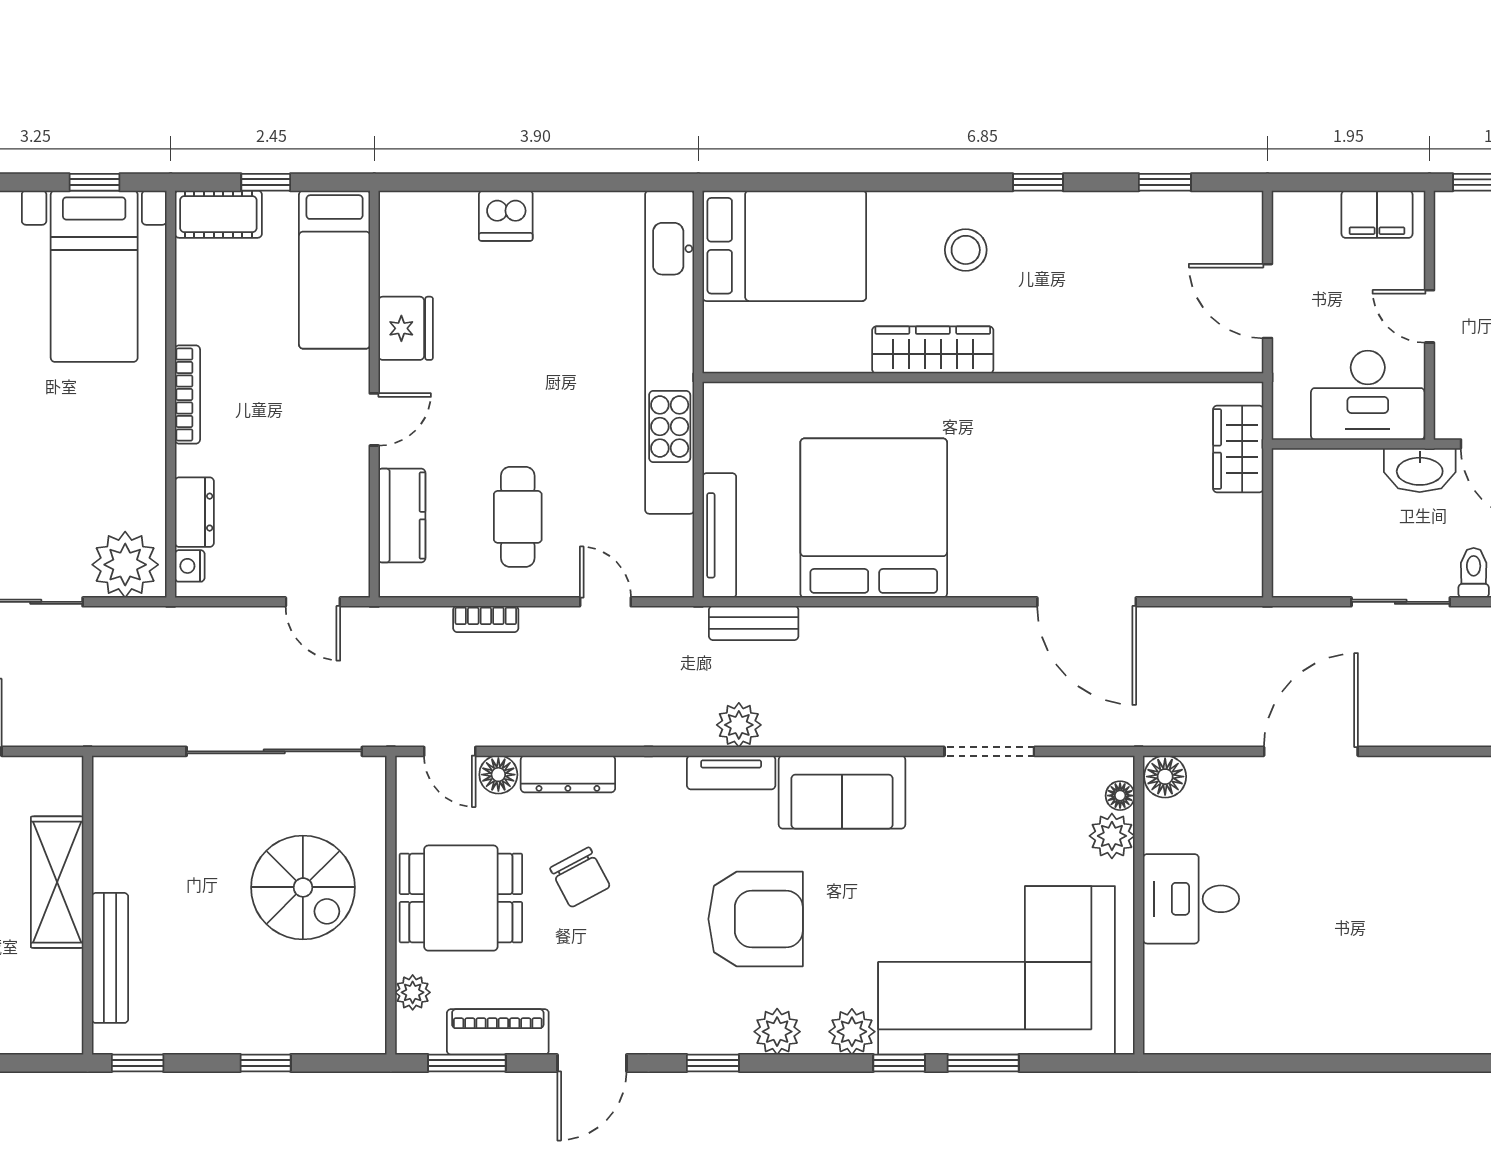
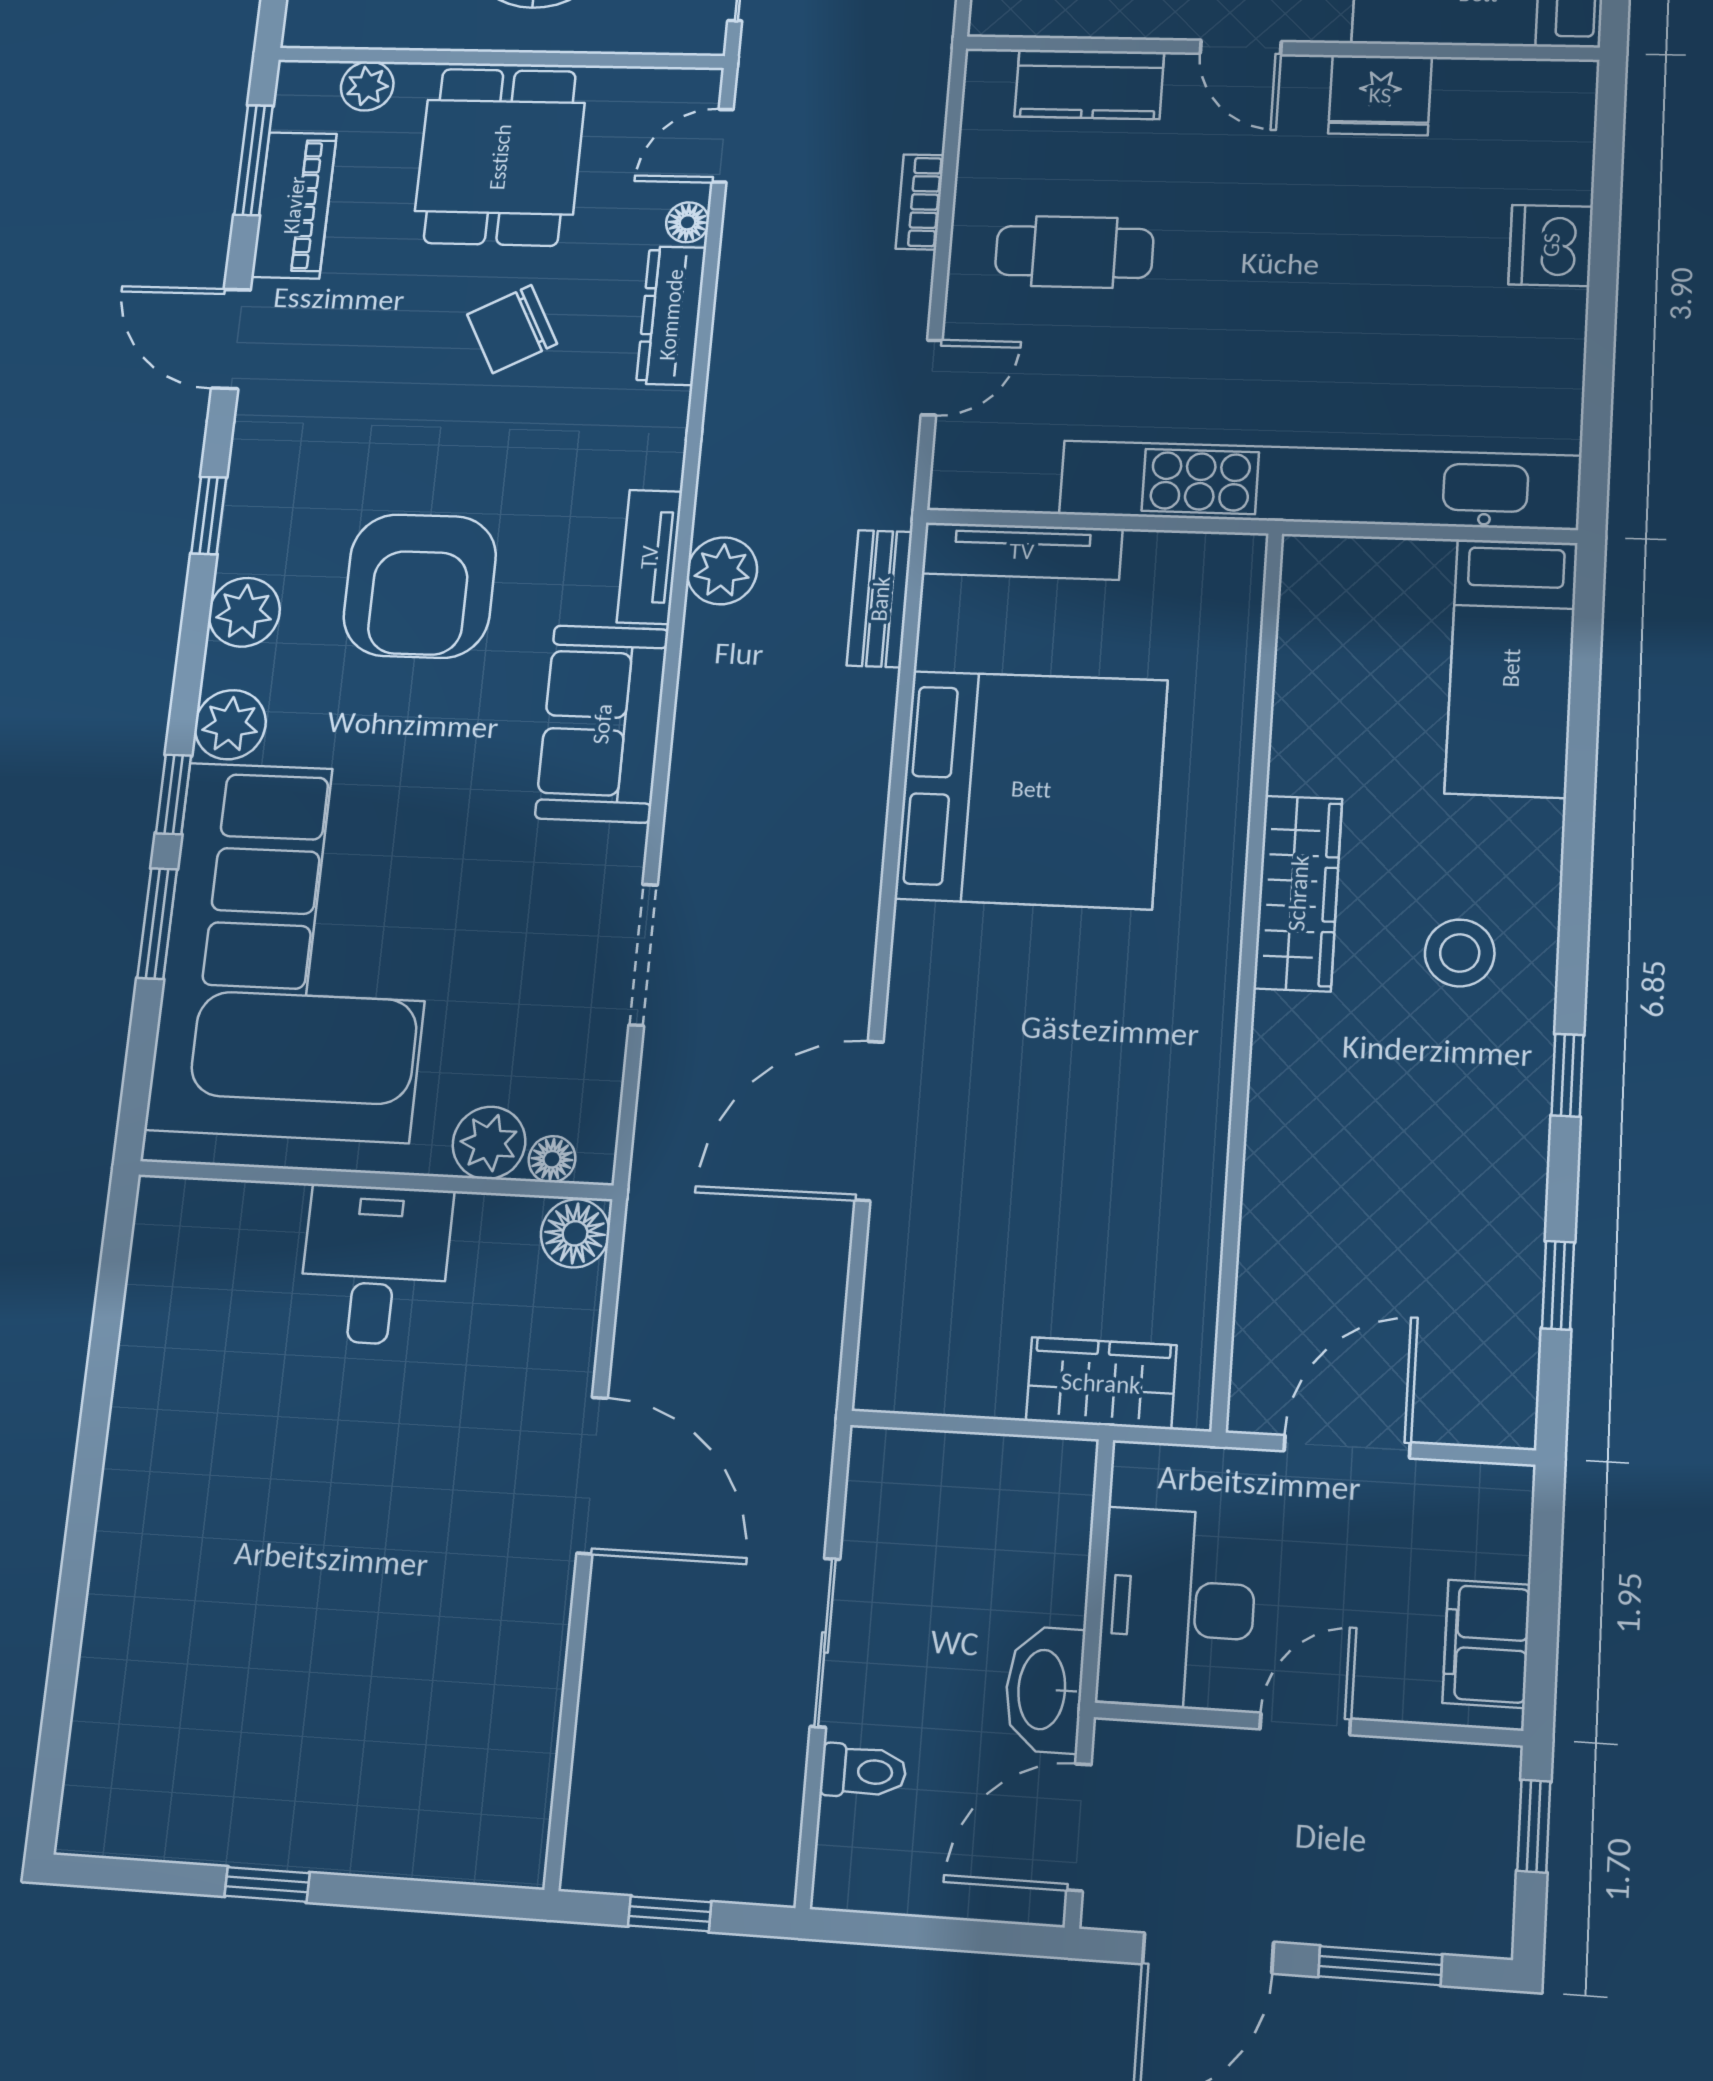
bed: (784, 246) -> (1511, 668), width x0.67
floor lamp: (498, 775) -> (687, 222), width x0.73, depth x0.73

